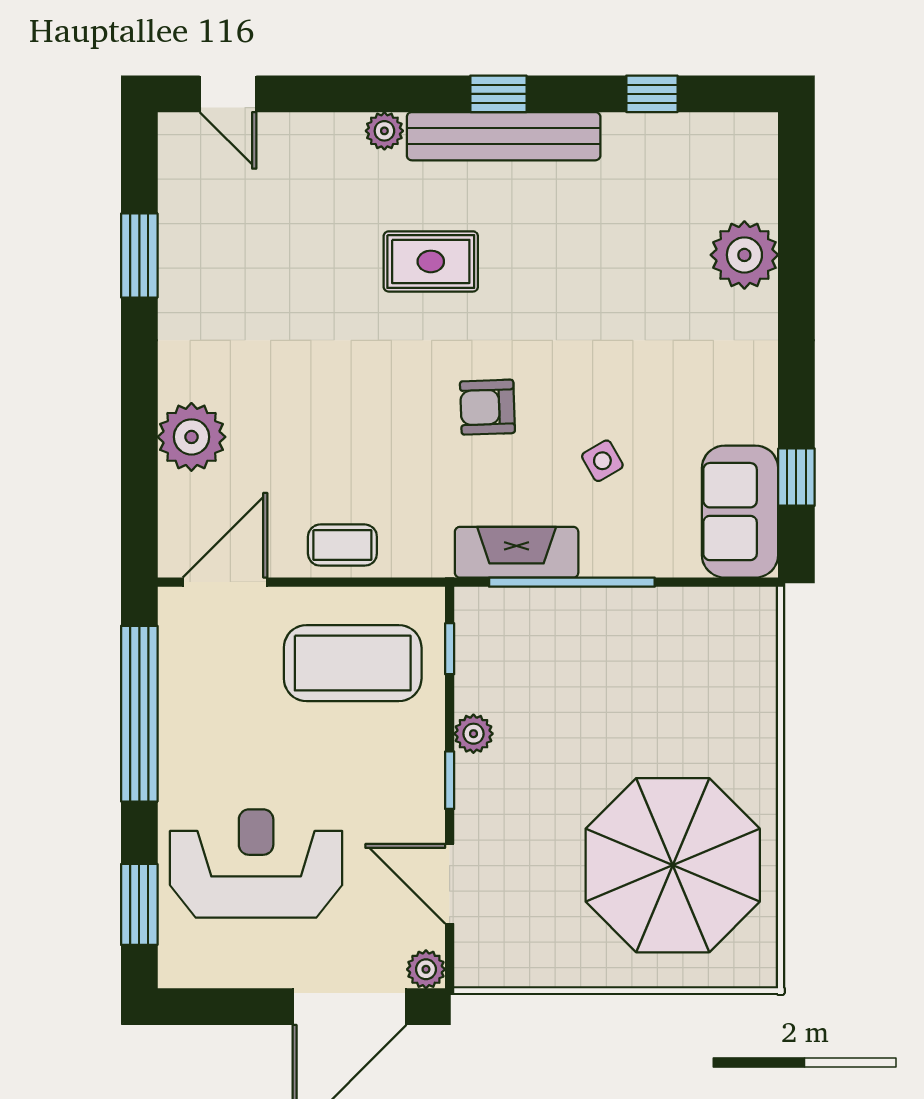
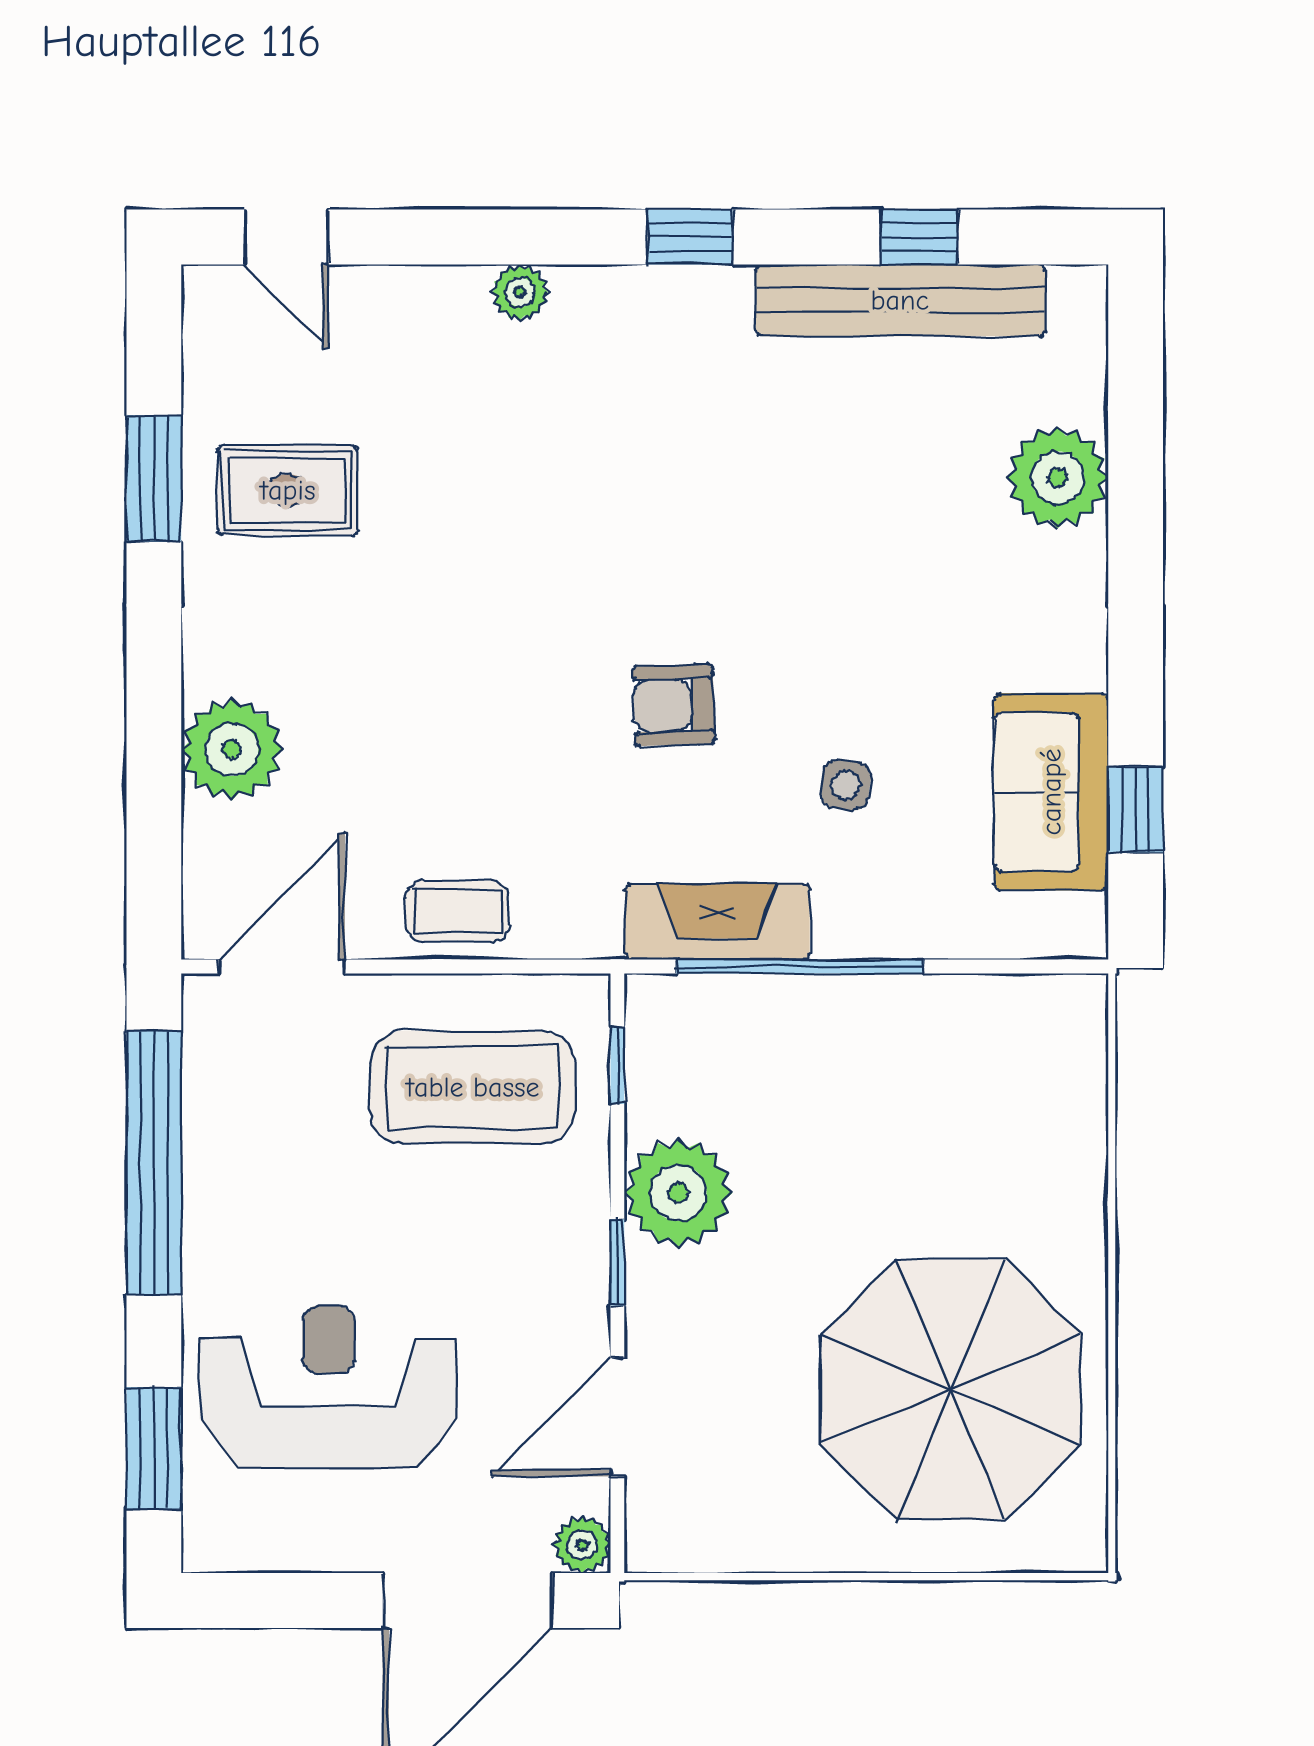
bench: (504, 136) -> (900, 300), moved
rug: (431, 261) -> (288, 490), moved
side table: (602, 461) -> (846, 785), turned 38
sofa: (740, 512) -> (1051, 792), moved
plant: (473, 734) -> (678, 1193), width x1.87, depth x1.87
door: (450, 884) -> (617, 1417), hinge flipped

